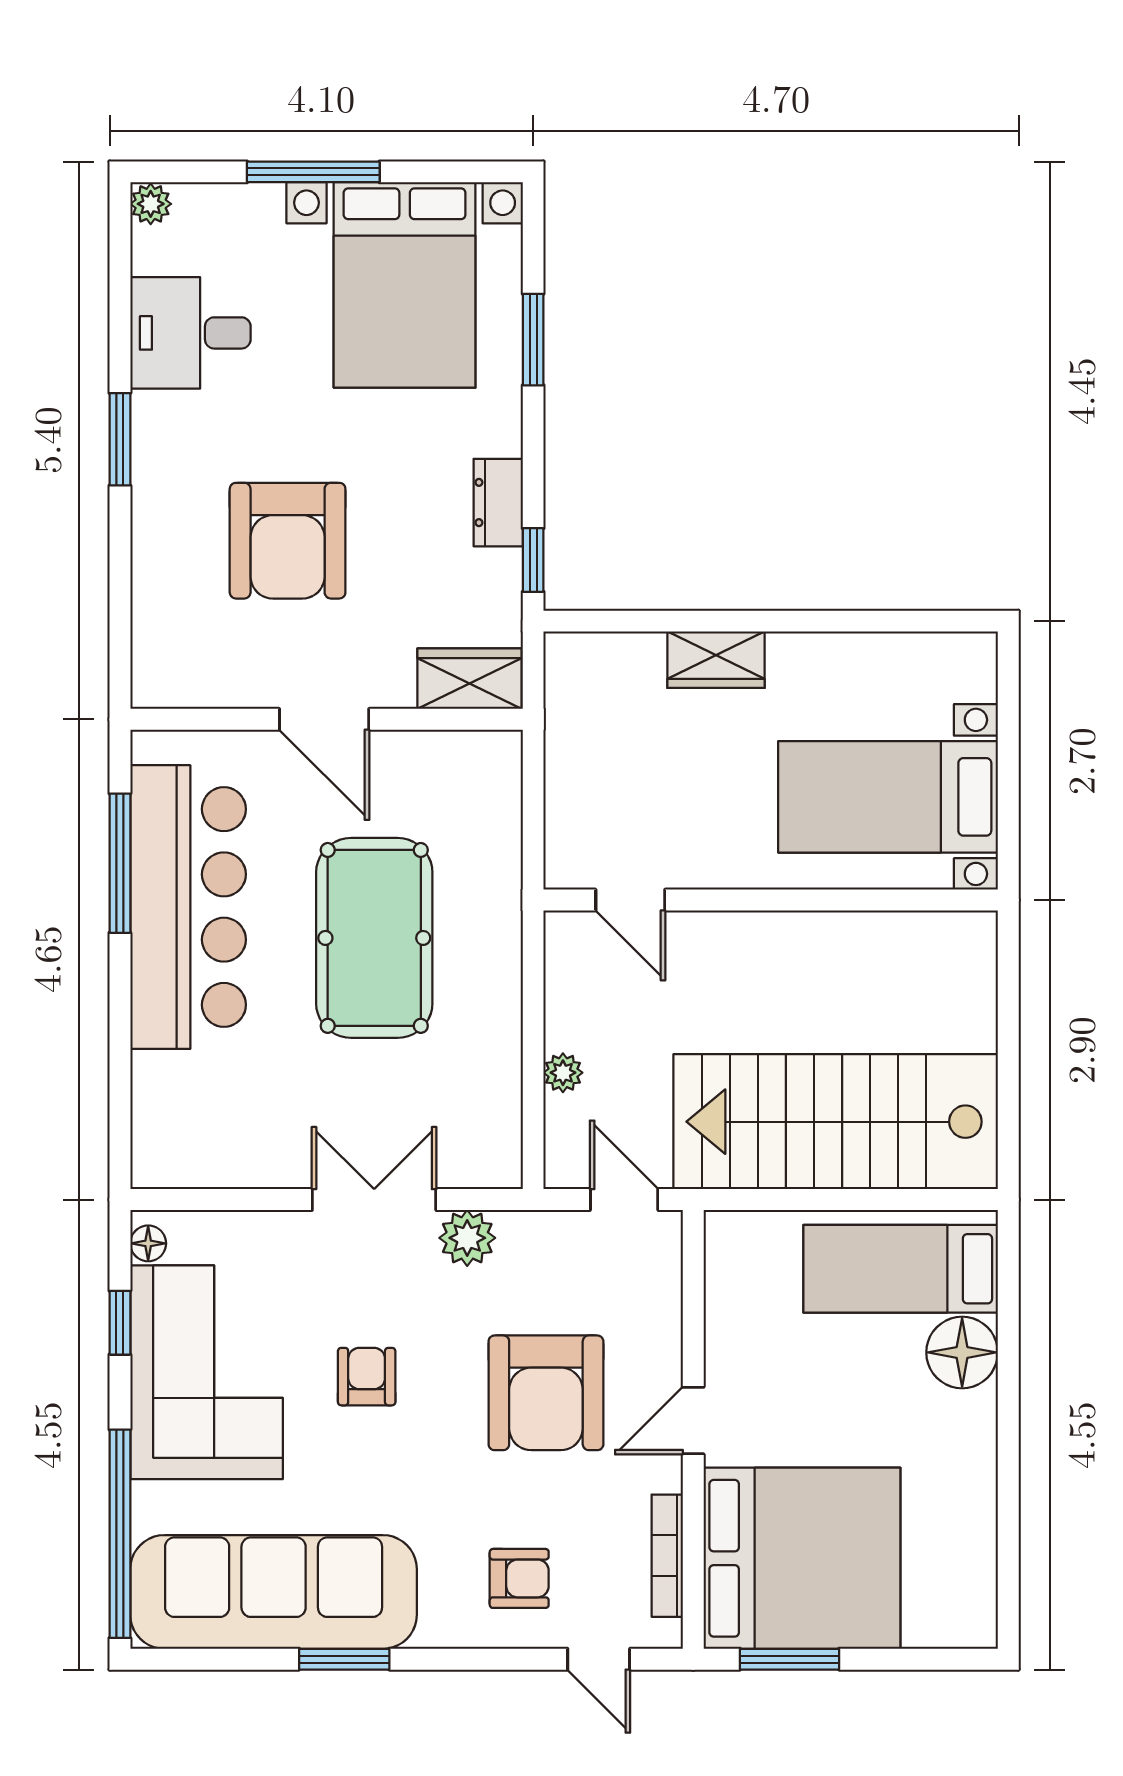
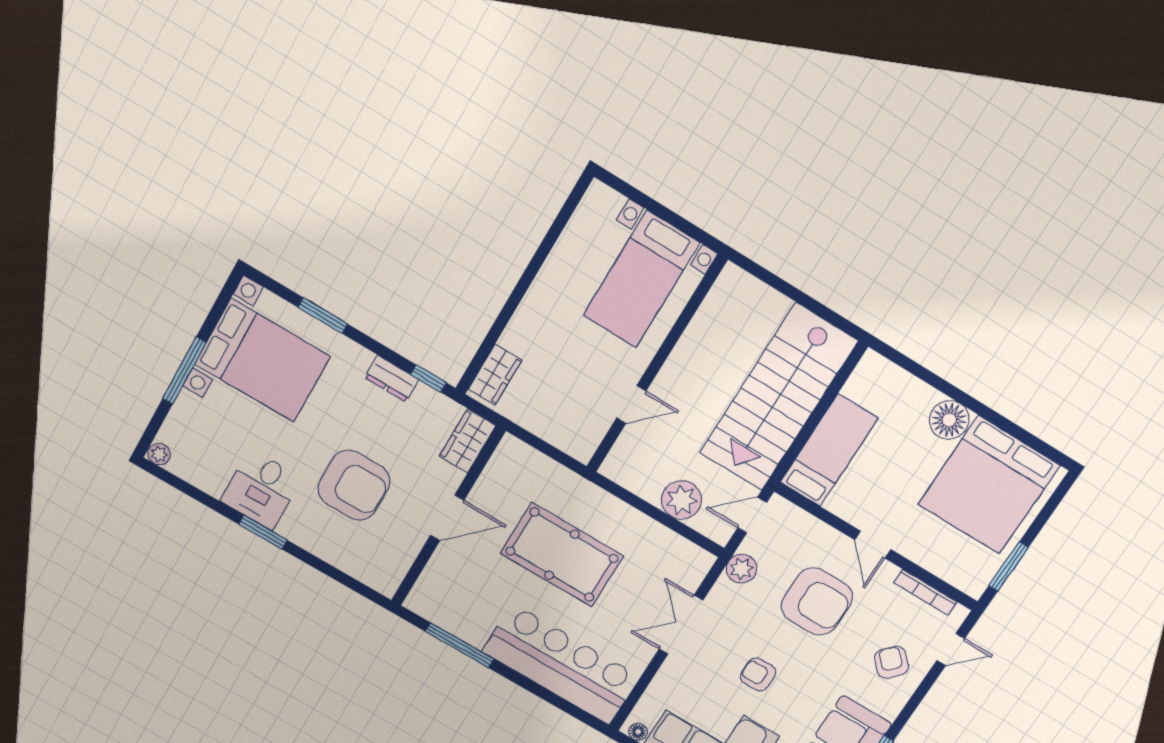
desk: (190, 333) -> (261, 489), moved
wardrobe: (716, 660) -> (495, 375), moved
door: (630, 900) -> (631, 404), moved
bar counter: (188, 907) -> (561, 664), moved
plant: (563, 1073) -> (681, 500), width x1.87, depth x1.87
plant: (467, 1238) -> (741, 569), moved
bed: (901, 1269) -> (829, 450), moved, turned 180
floor lamp: (962, 1352) -> (949, 420), moved
bed: (802, 1558) -> (989, 485), moved, turned 180
armchair: (519, 1578) -> (891, 662), turned -46

